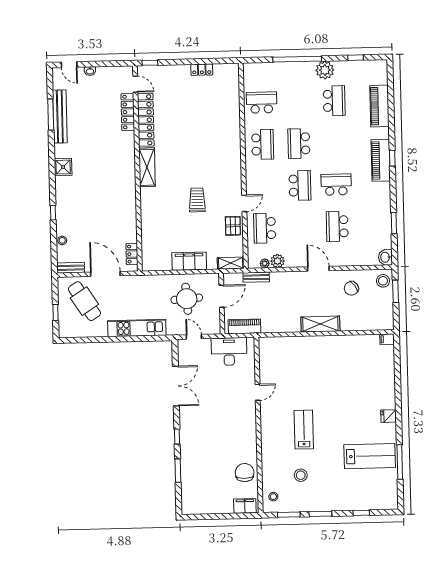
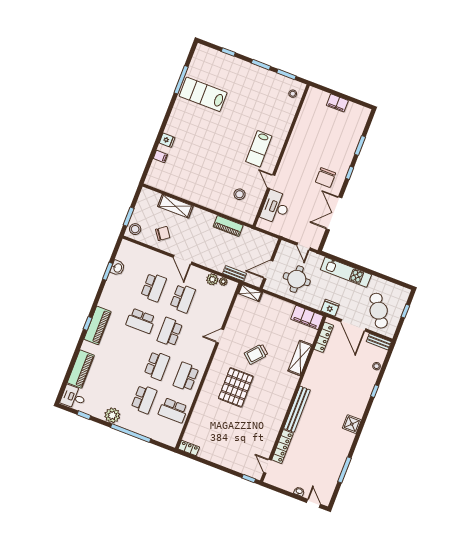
locker: (202, 70) -> (189, 448), moved
desk: (375, 72) -> (73, 397), added
school desk: (334, 101) -> (144, 399), moved, turned 180
bench: (60, 116) -> (297, 409), moved
locker: (146, 120) -> (271, 434), removed
shelving: (147, 167) -> (300, 358), moved
trolley: (197, 200) -> (256, 354), turned 41
pallet: (233, 226) -> (236, 387), moved, width x2.05, depth x2.00
school desk: (265, 228) -> (183, 298), moved
locker: (132, 254) -> (324, 337), width x1.53
washbasin: (385, 257) -> (117, 268), moved
filing cabinet: (189, 261) -> (307, 317), moved
fridge: (138, 283) -> (330, 308), added
shelving: (320, 324) -> (175, 206), moved
piano: (244, 326) -> (228, 226), moved
filing cabinet: (387, 339) -> (160, 156), moved
desk: (229, 351) -> (276, 207), moved, turned 90
door: (258, 392) -> (271, 182), hinge flipped
fridge: (389, 416) -> (167, 140), moved
lab bench: (304, 430) -> (259, 149), moved
chair: (245, 473) -> (326, 178), moved
stool: (301, 475) -> (240, 194), moved
filing cabinet: (245, 506) -> (337, 103), moved

